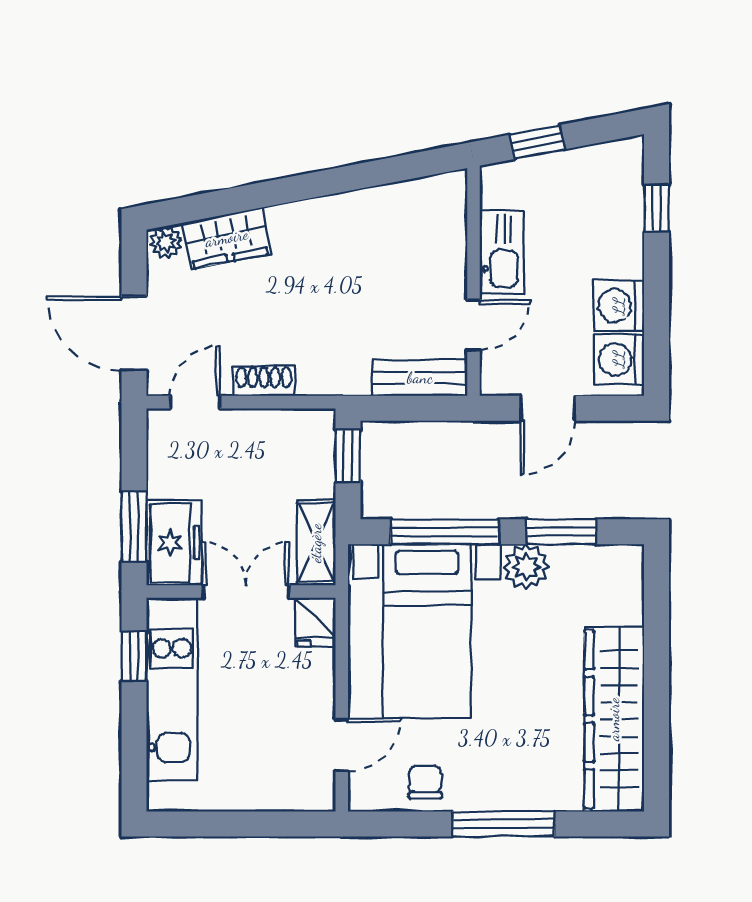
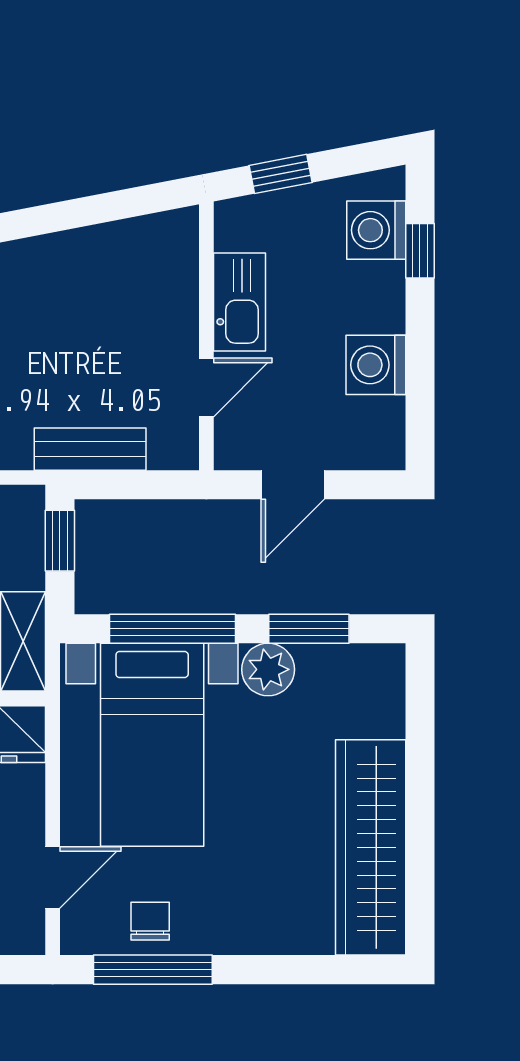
washing machine: (619, 359) -> (376, 230), moved
bench: (420, 378) -> (90, 449), moved
window: (503, 824) -> (153, 970), moved

